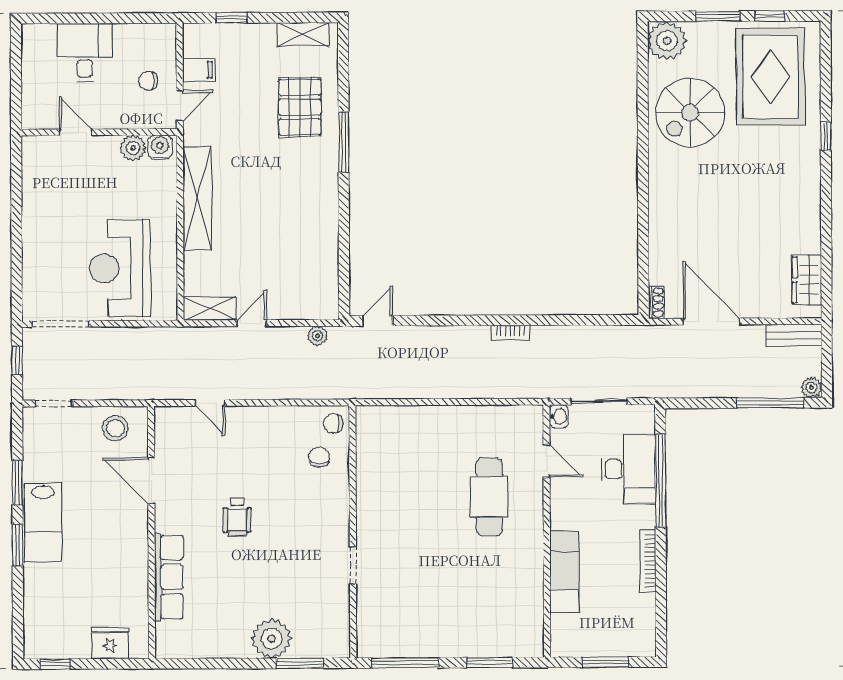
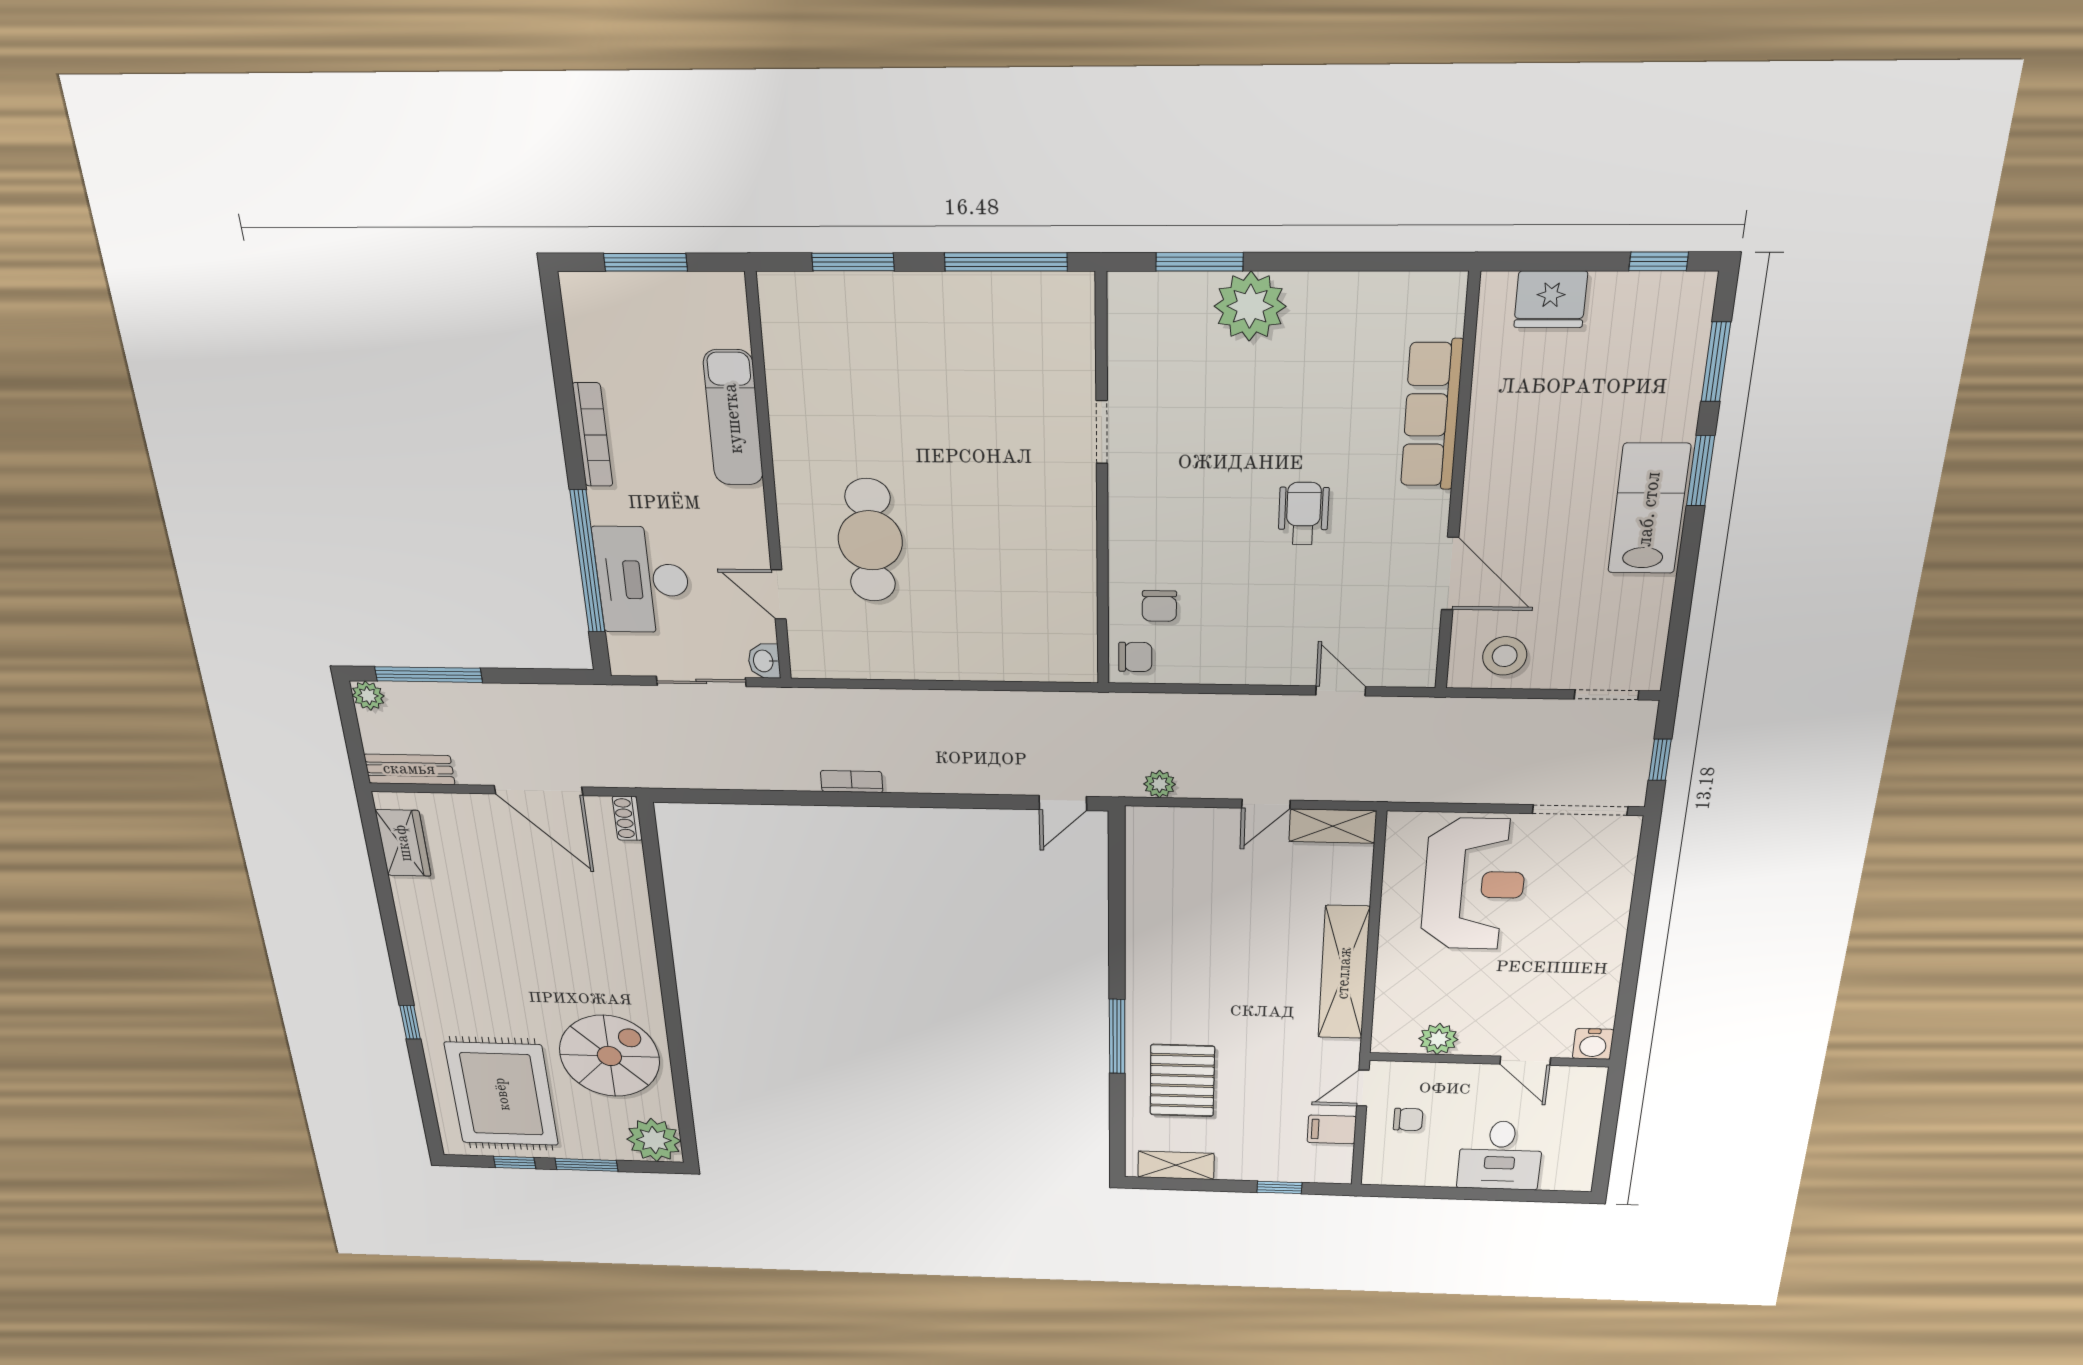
water cooler: (160, 147) -> (1593, 1044), moved
window: (17, 483) -> (1716, 362), moved

